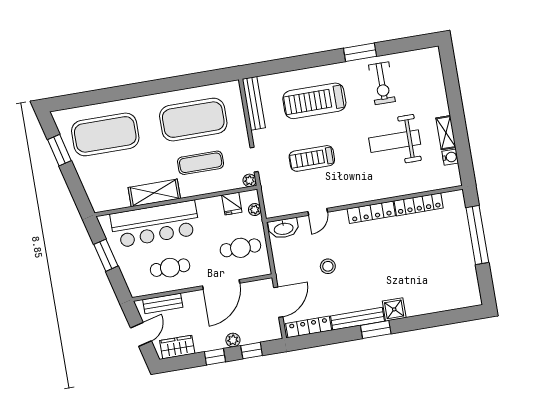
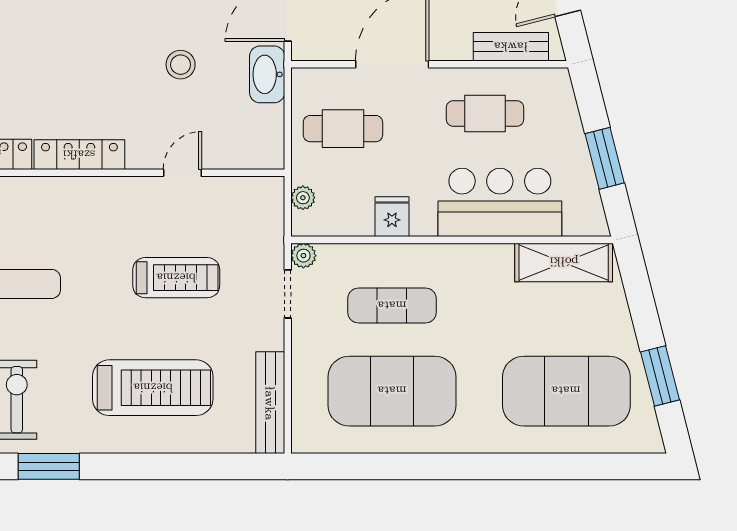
shelving: (154, 193) -> (564, 262), moved
fridge: (232, 204) -> (392, 217), moved
bar counter: (155, 224) -> (500, 202), width x0.73
washbasin: (284, 228) -> (267, 74), moved, turned -90

